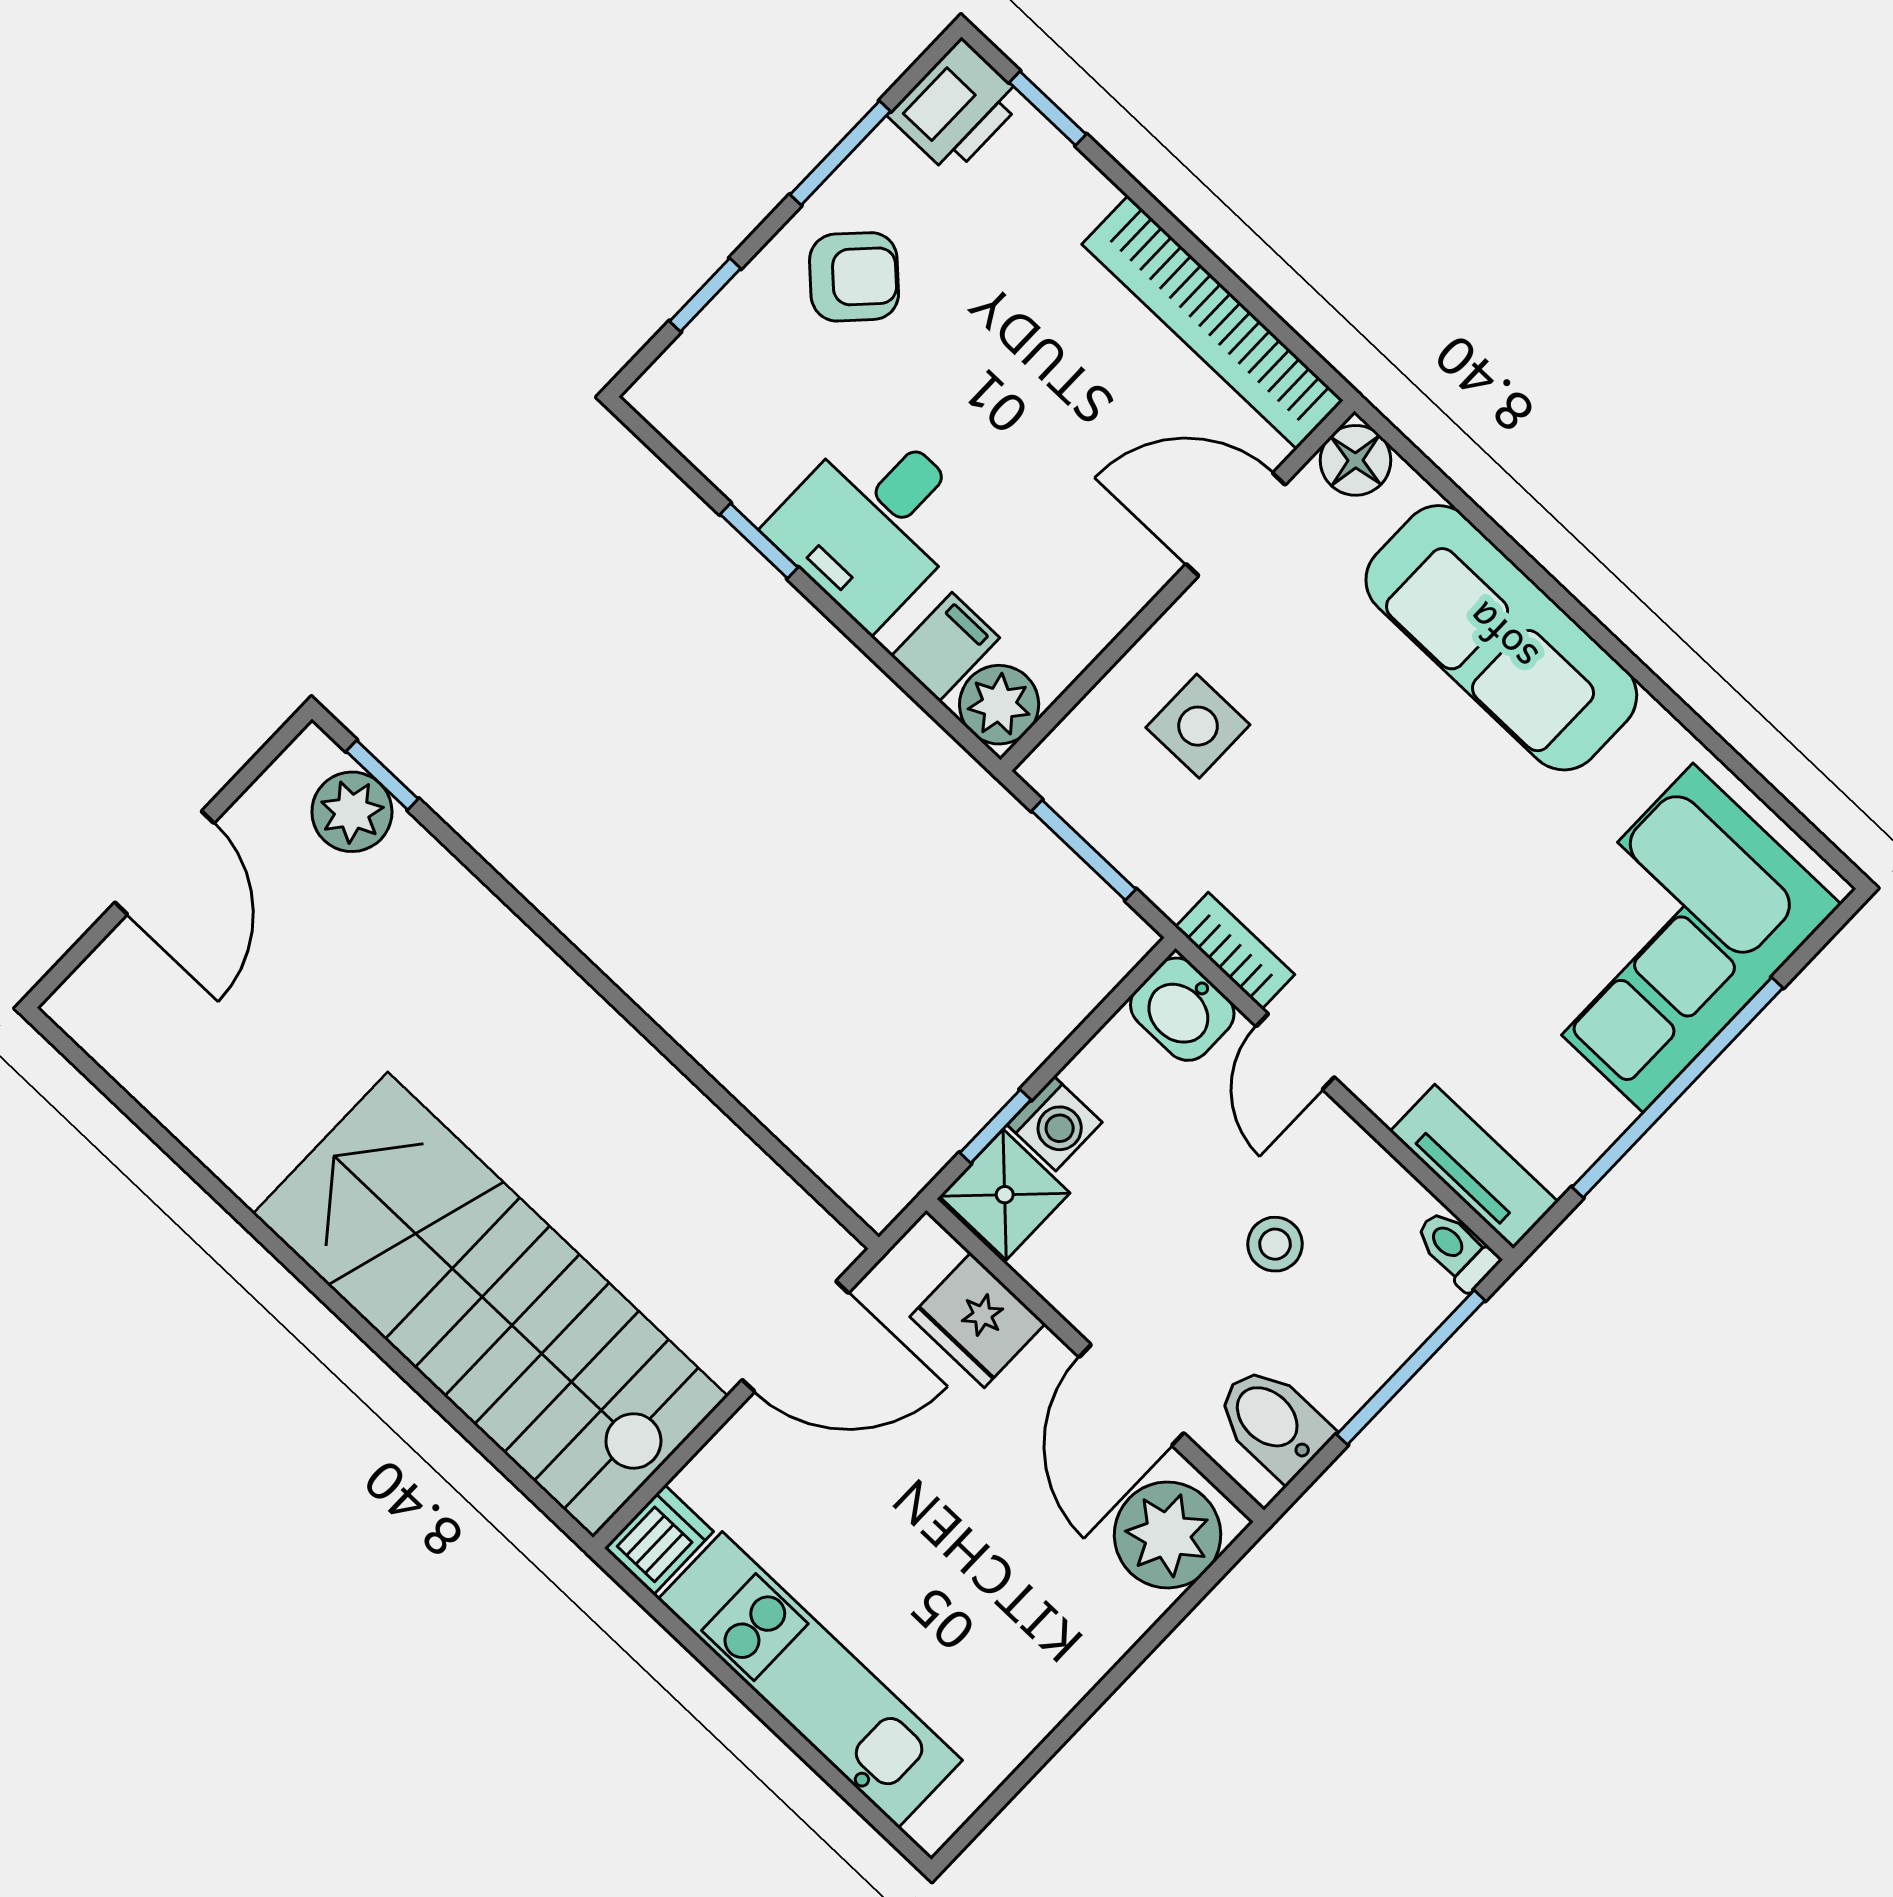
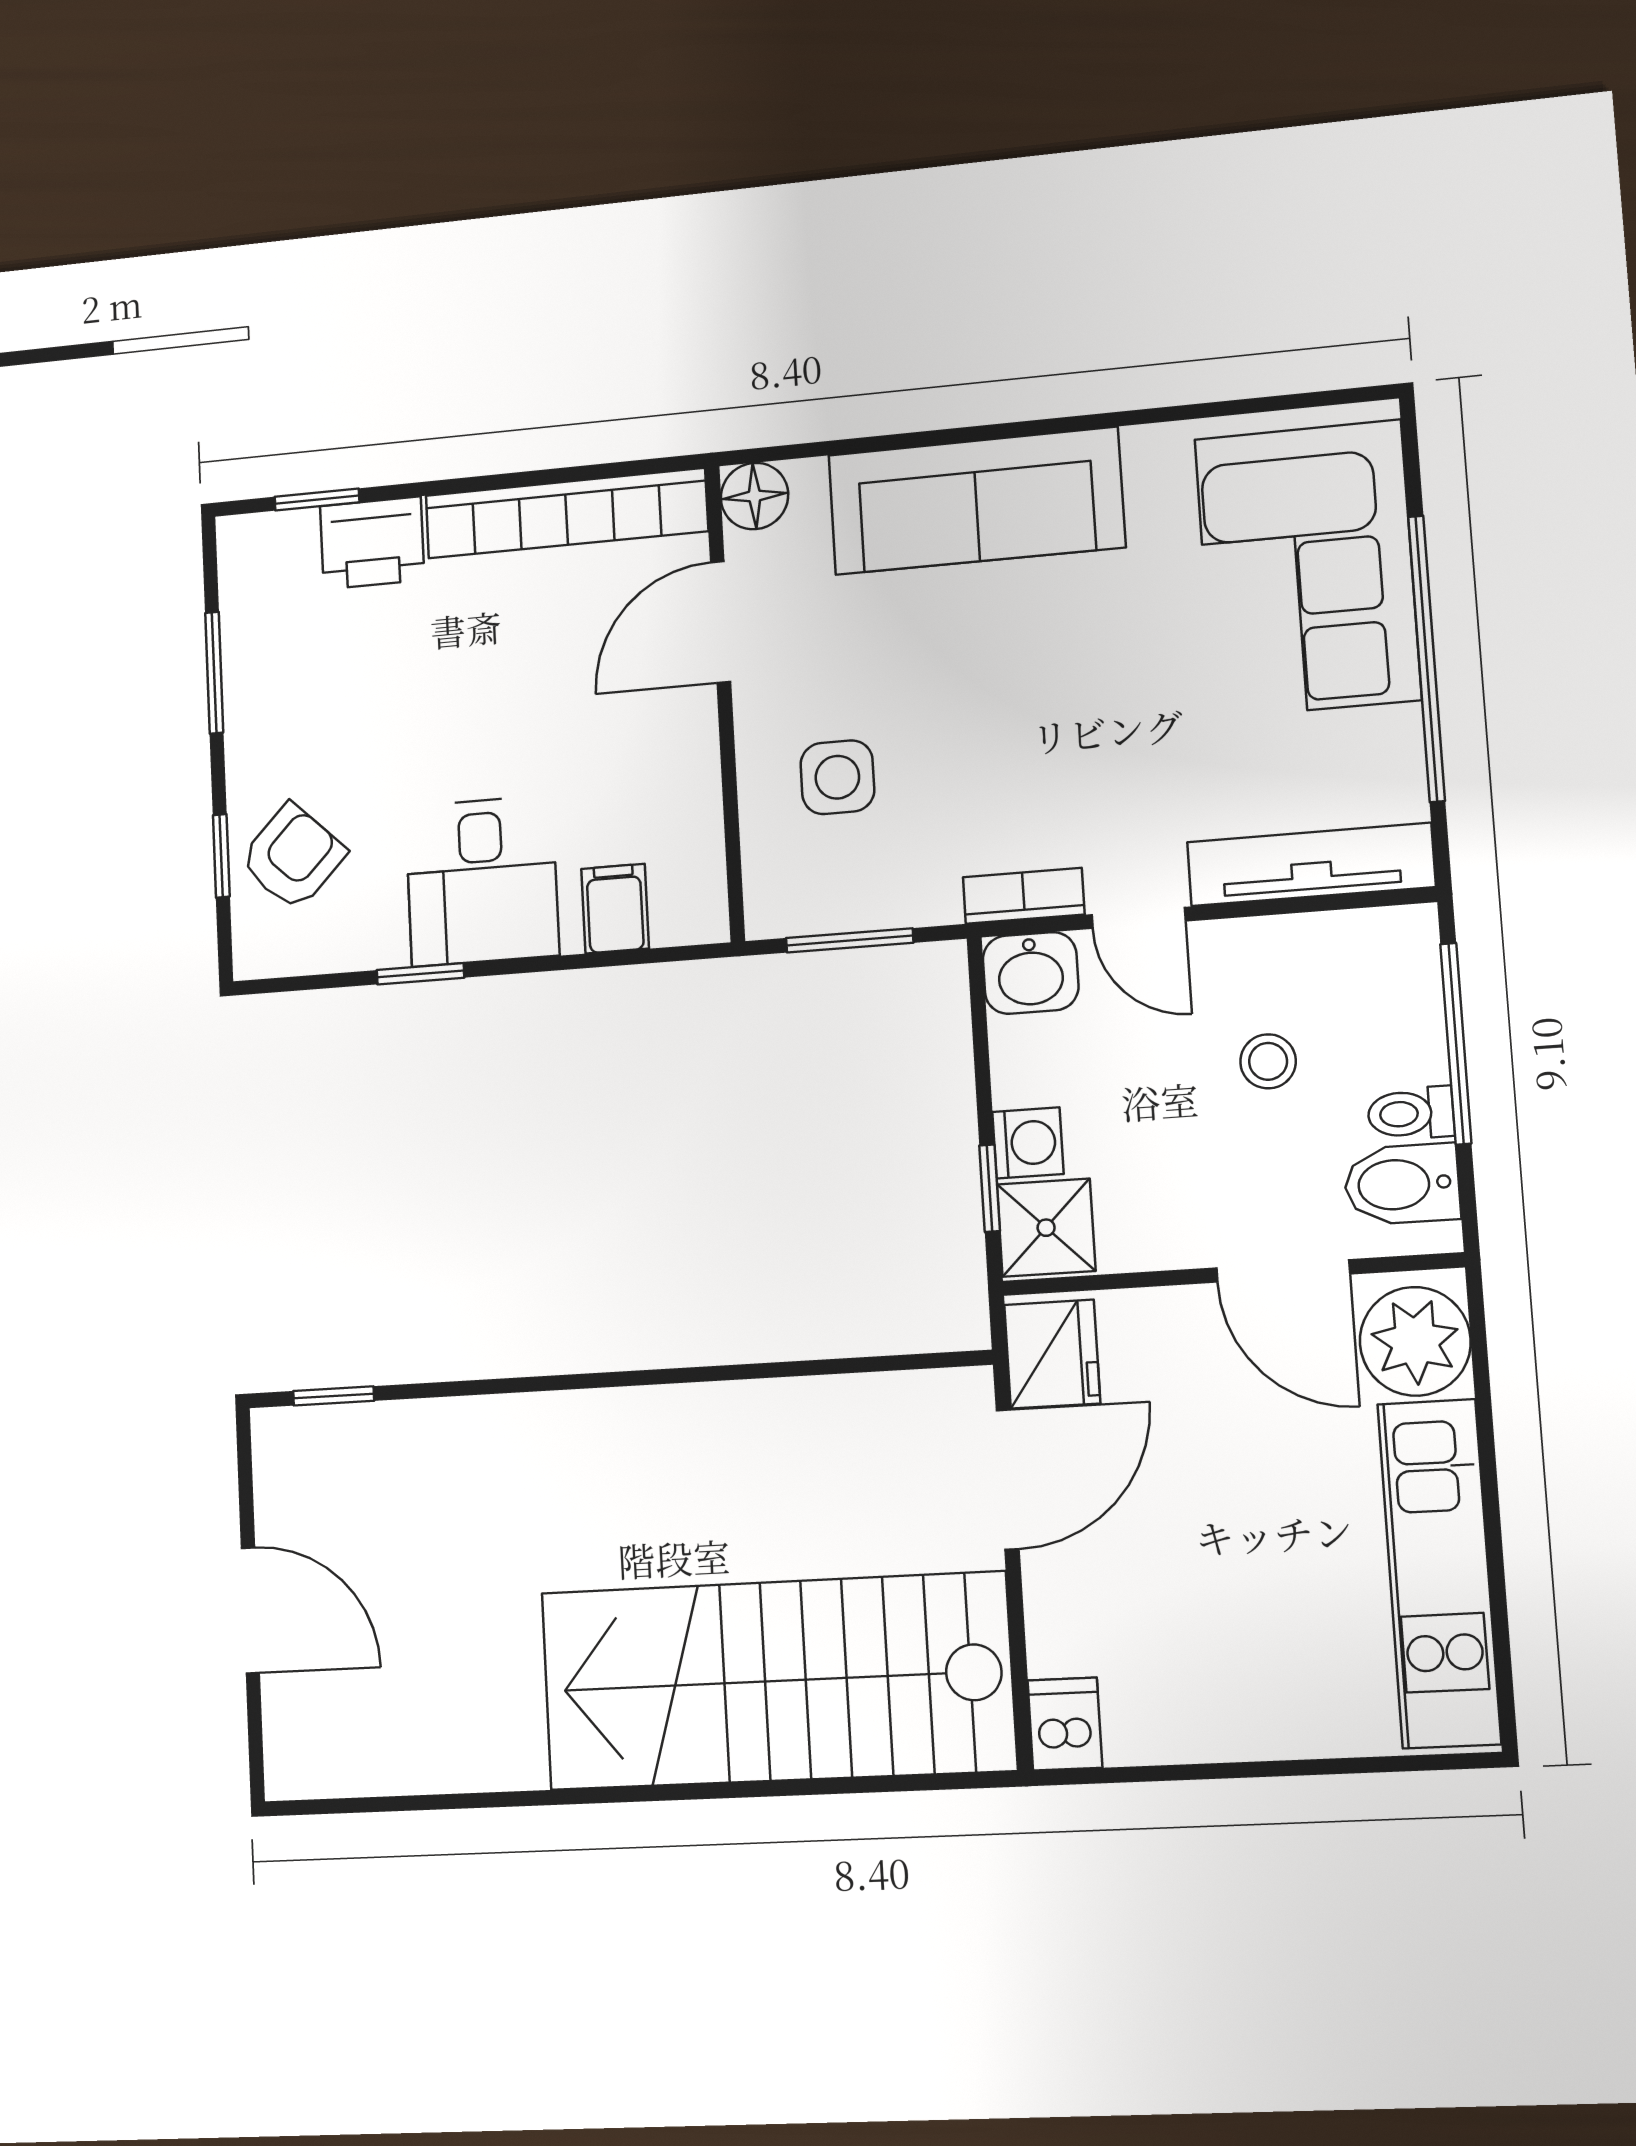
printer: (957, 107) -> (372, 543), moved, turned 90
armchair: (854, 277) -> (293, 857), moved
plant: (999, 705) -> (691, 907), removed
plant: (352, 812) -> (339, 1442), removed
tv unit: (1474, 1166) -> (1311, 864), width x1.41
toilet: (1456, 1250) -> (1411, 1113), moved
fridge: (978, 1320) -> (1052, 1354), moved, turned -90
kitchen unit: (810, 1680) -> (1439, 1573), moved, turned -90

